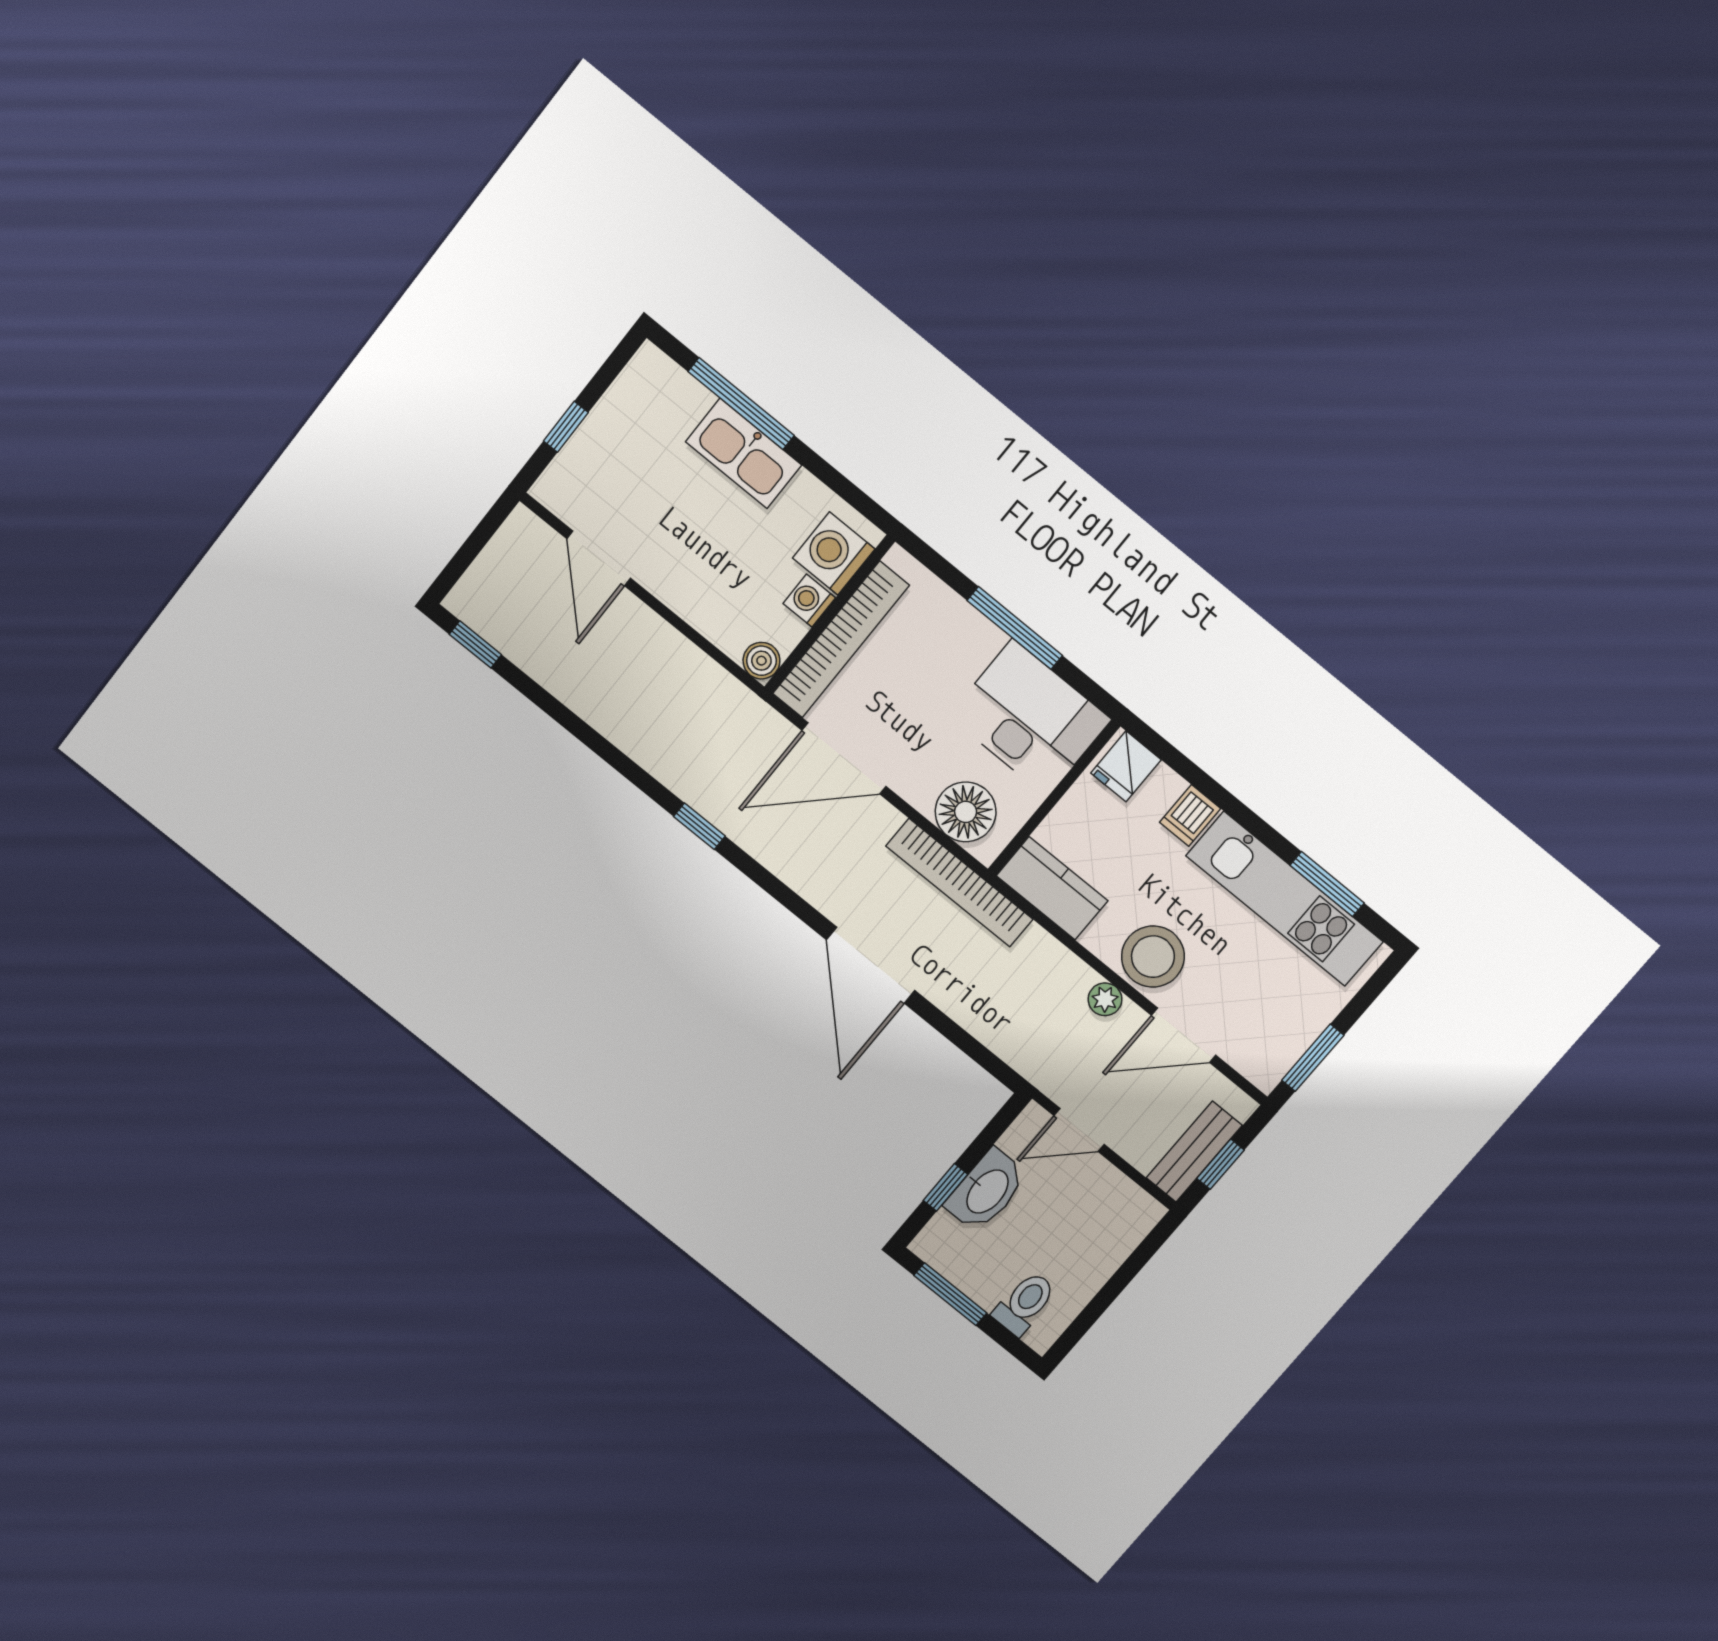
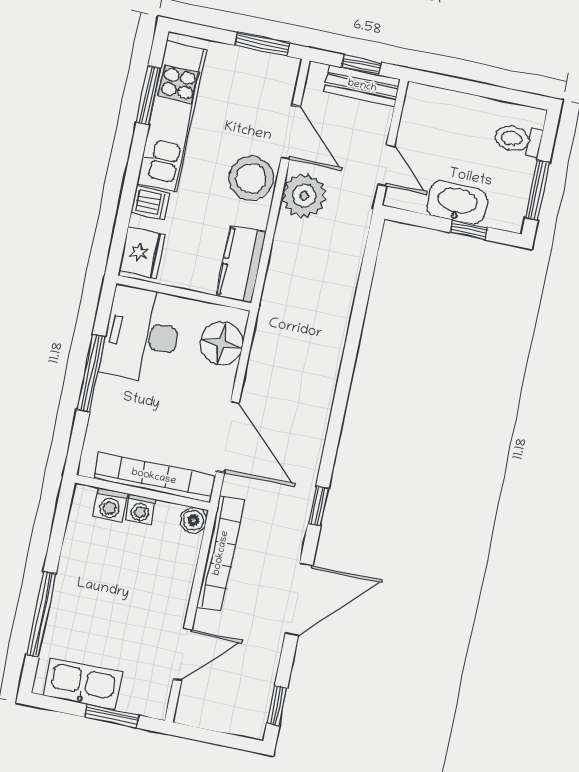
window: (566, 427) -> (112, 716), width x1.50
kitchen sink: (744, 453) -> (83, 684), moved, turned -90
washing machine: (834, 553) -> (110, 505), width x0.73, depth x0.73
fridge: (1126, 766) -> (142, 253), width x1.38
bookcase: (959, 883) -> (221, 553), moved
door: (871, 965) -> (299, 599), moved
plant: (1105, 999) -> (304, 196), width x1.87, depth x1.87

